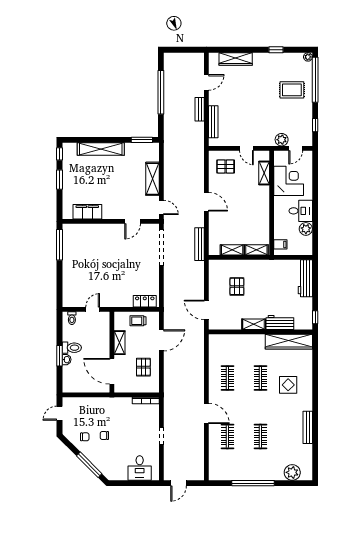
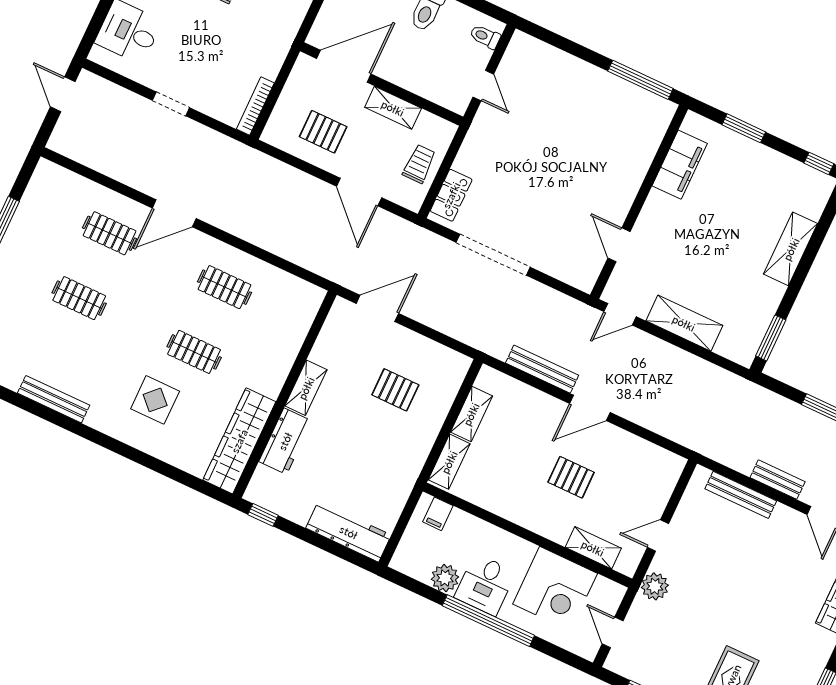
plant: (282, 140) -> (655, 586), moved
shelving: (101, 149) -> (791, 249), width x0.68
pallet: (226, 166) -> (571, 477), moved, turned 90
window: (60, 180) -> (744, 128), moved
window: (315, 202) -> (488, 621), added
bench: (200, 244) -> (542, 369), moved
doorway: (161, 248) -> (493, 255), moved

